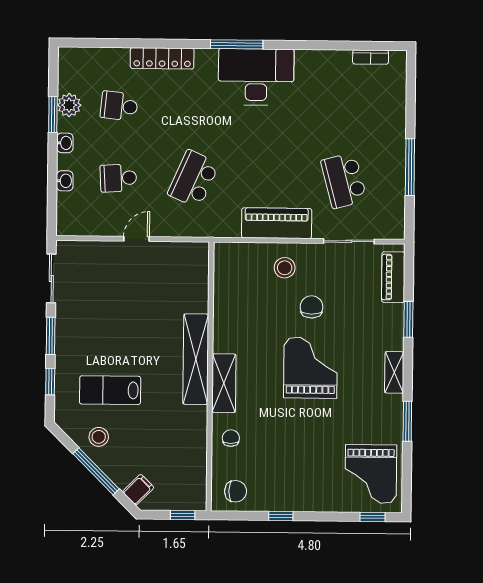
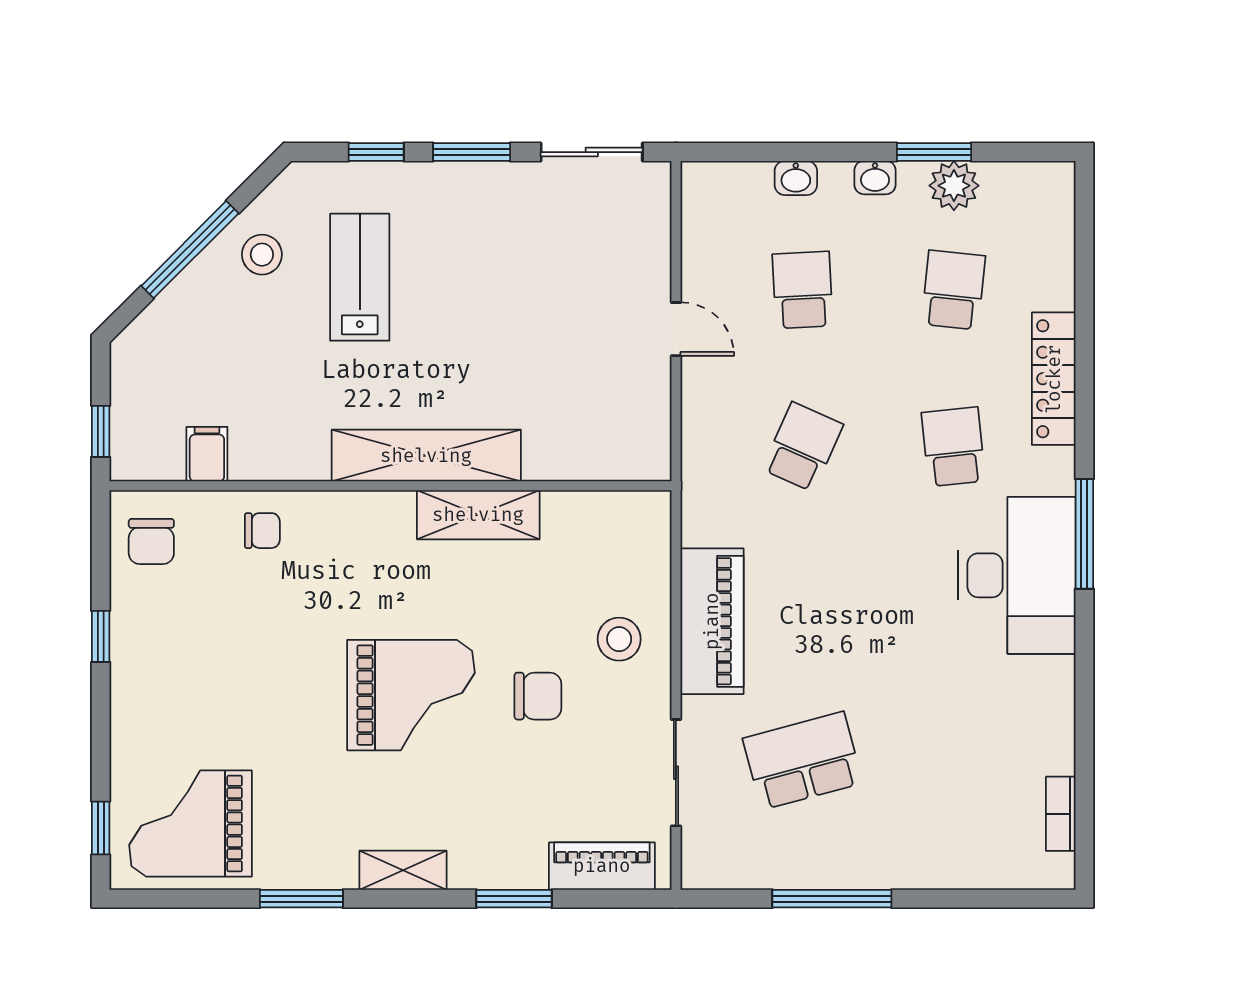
school desk: (194, 107) -> (953, 447), added
school desk: (193, 179) -> (803, 447), width x0.54
shelving: (224, 383) -> (478, 515), moved
filing cabinet: (138, 490) -> (207, 454), moved, turned -135

